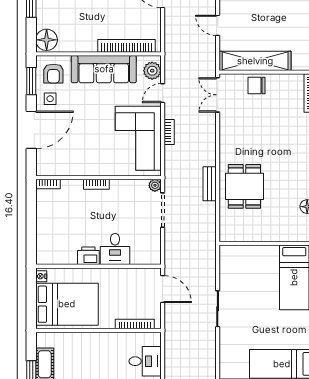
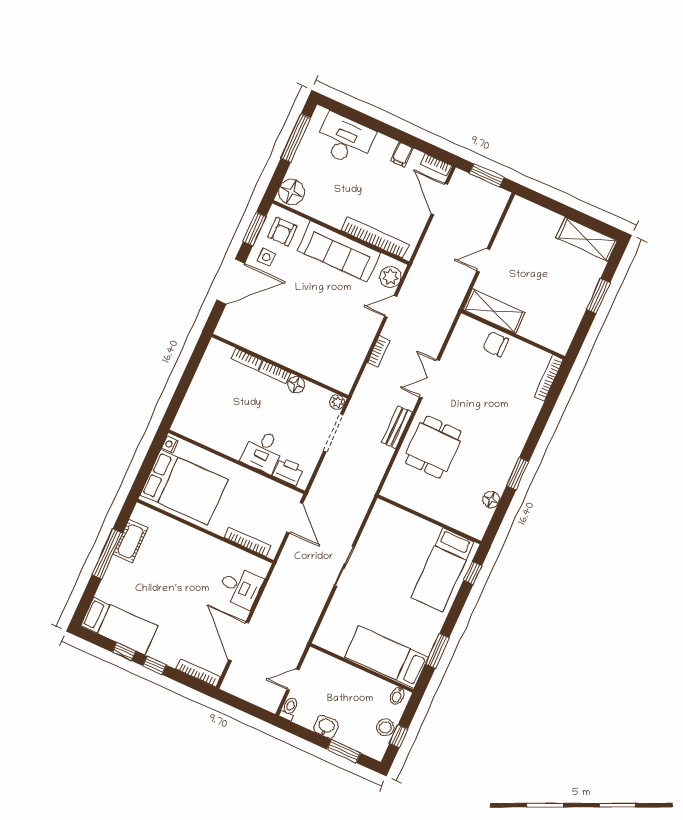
door: (218, 25) -> (483, 260), hinge flipped
shelving: (255, 61) -> (494, 311), width x0.68
double door: (218, 95) -> (429, 379), moved
corner sofa: (138, 138) -> (342, 343), removed
bookcase: (48, 184) -> (246, 359), moved
floor lamp: (117, 186) -> (296, 385), added
printer: (88, 256) -> (288, 472), moved

